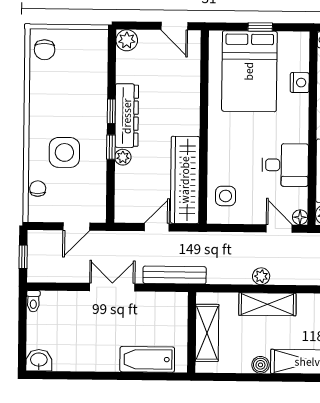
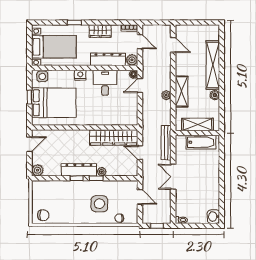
nightstand: (300, 83) -> (80, 75), moved
side table: (226, 196) -> (42, 76), moved
bathtub: (147, 359) -> (201, 142), moved, turned -90

